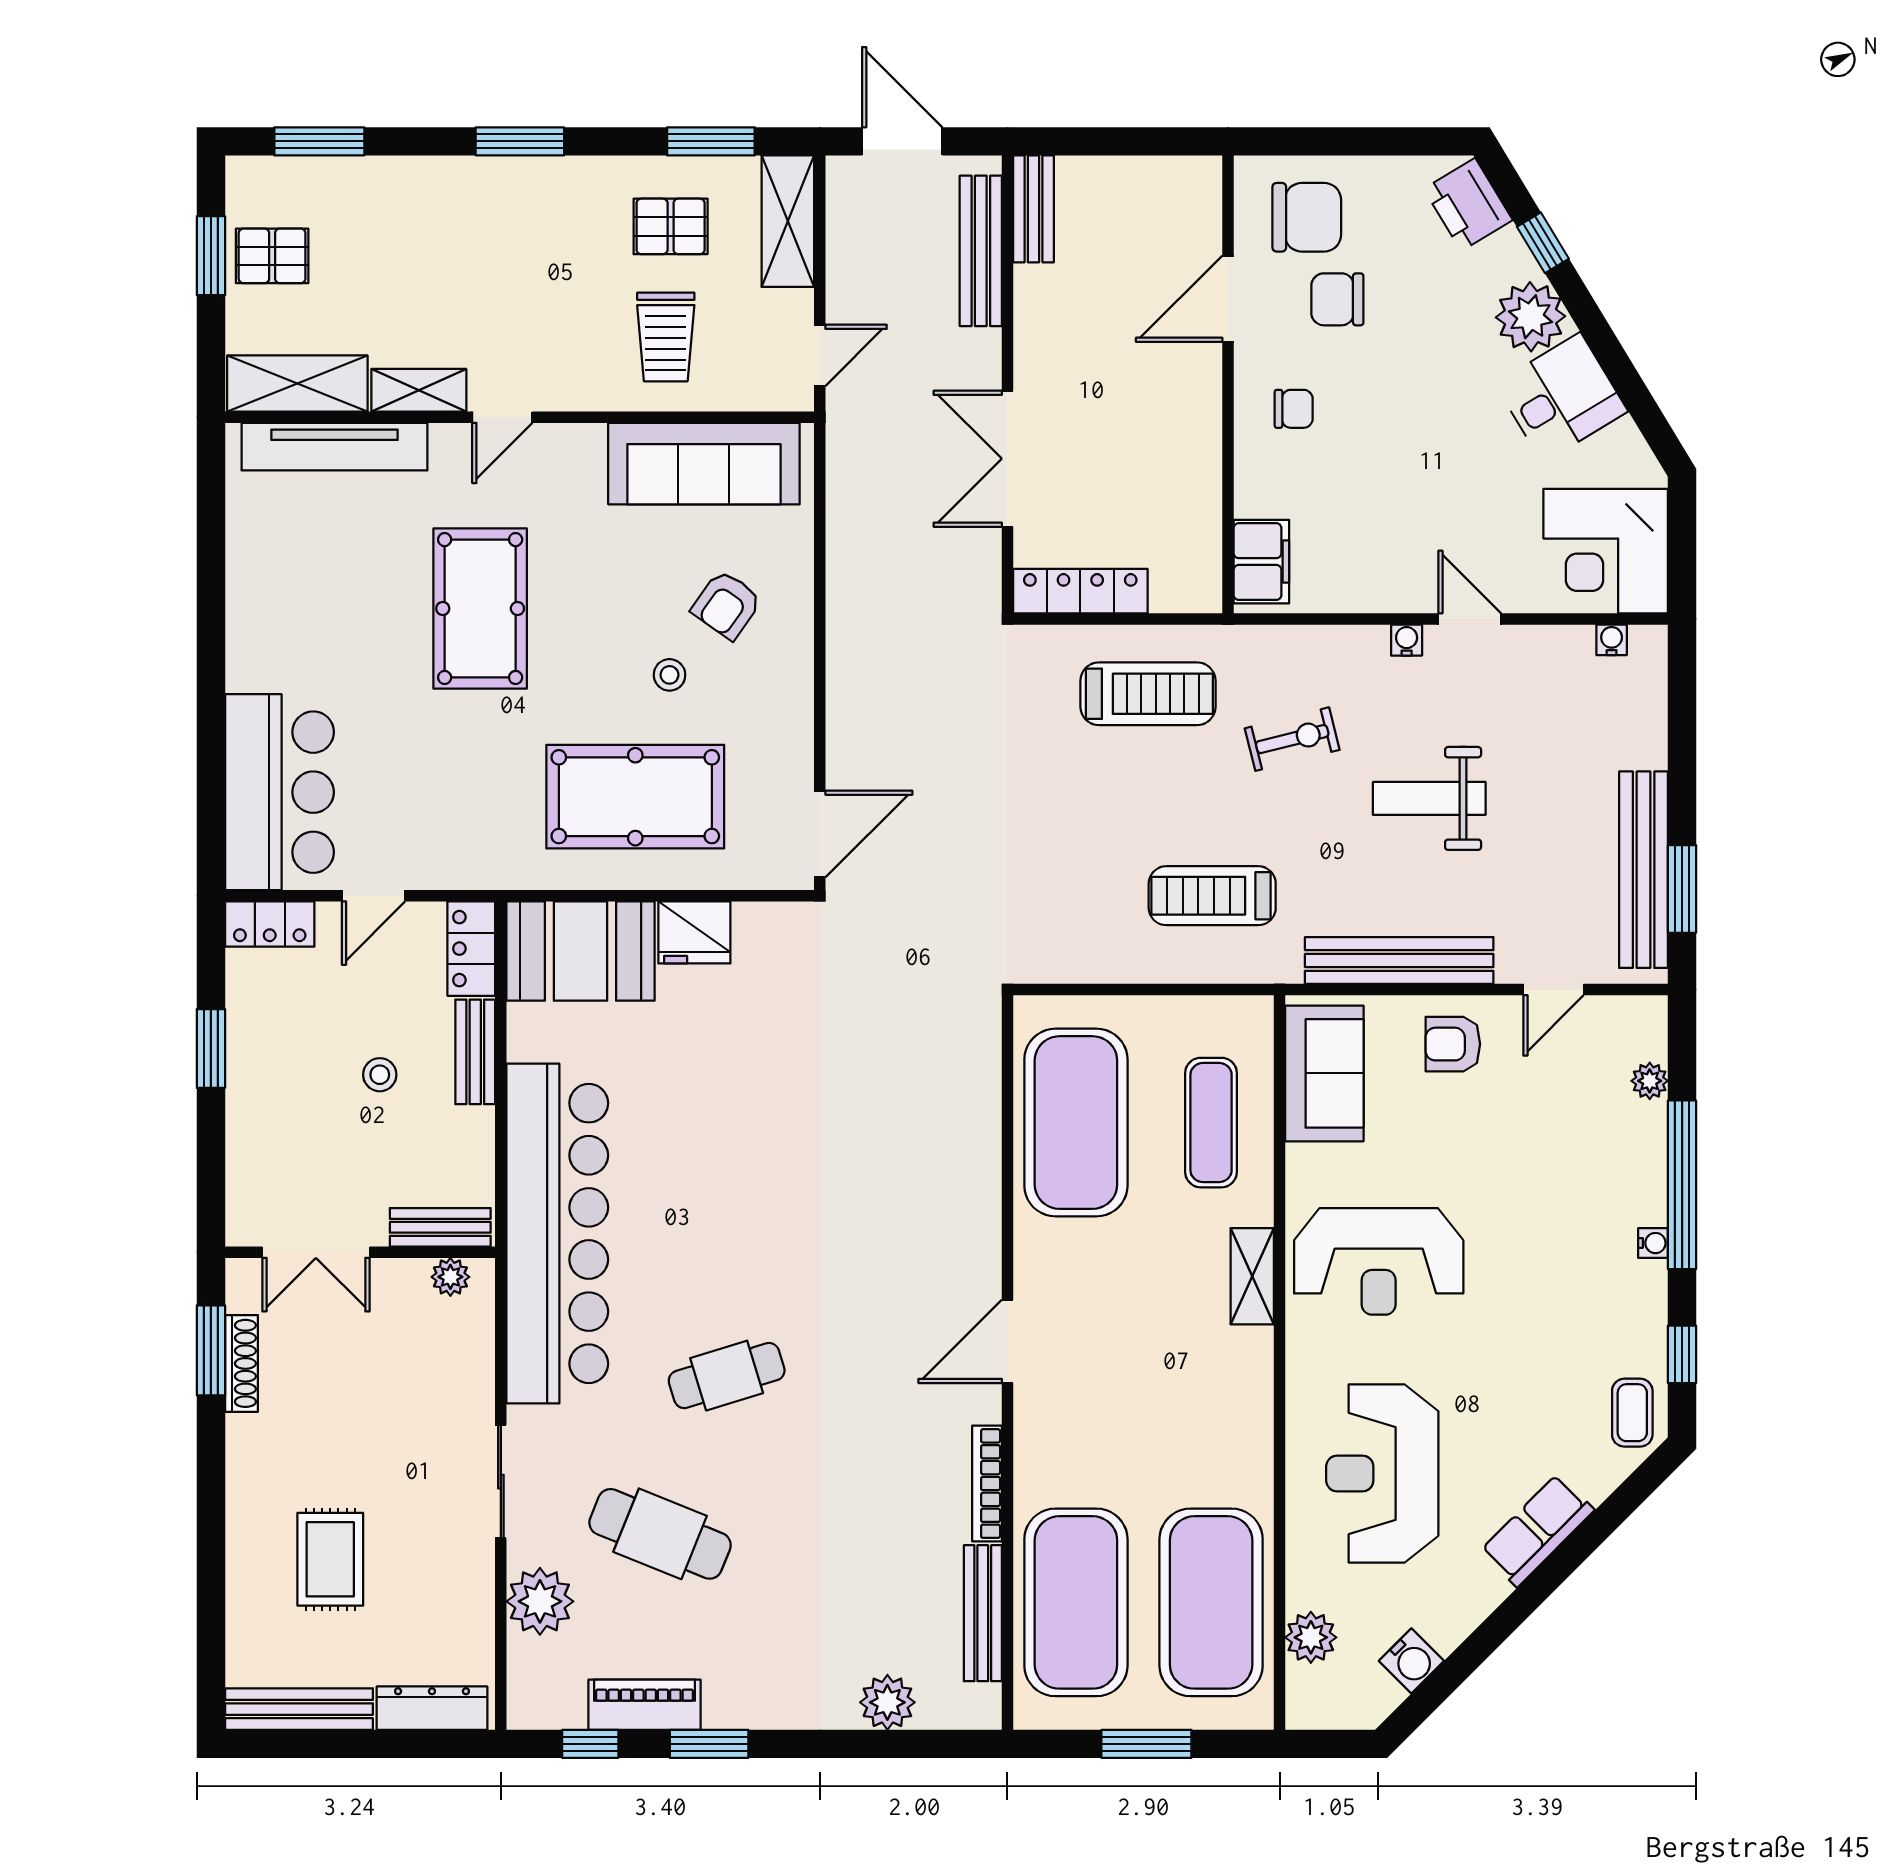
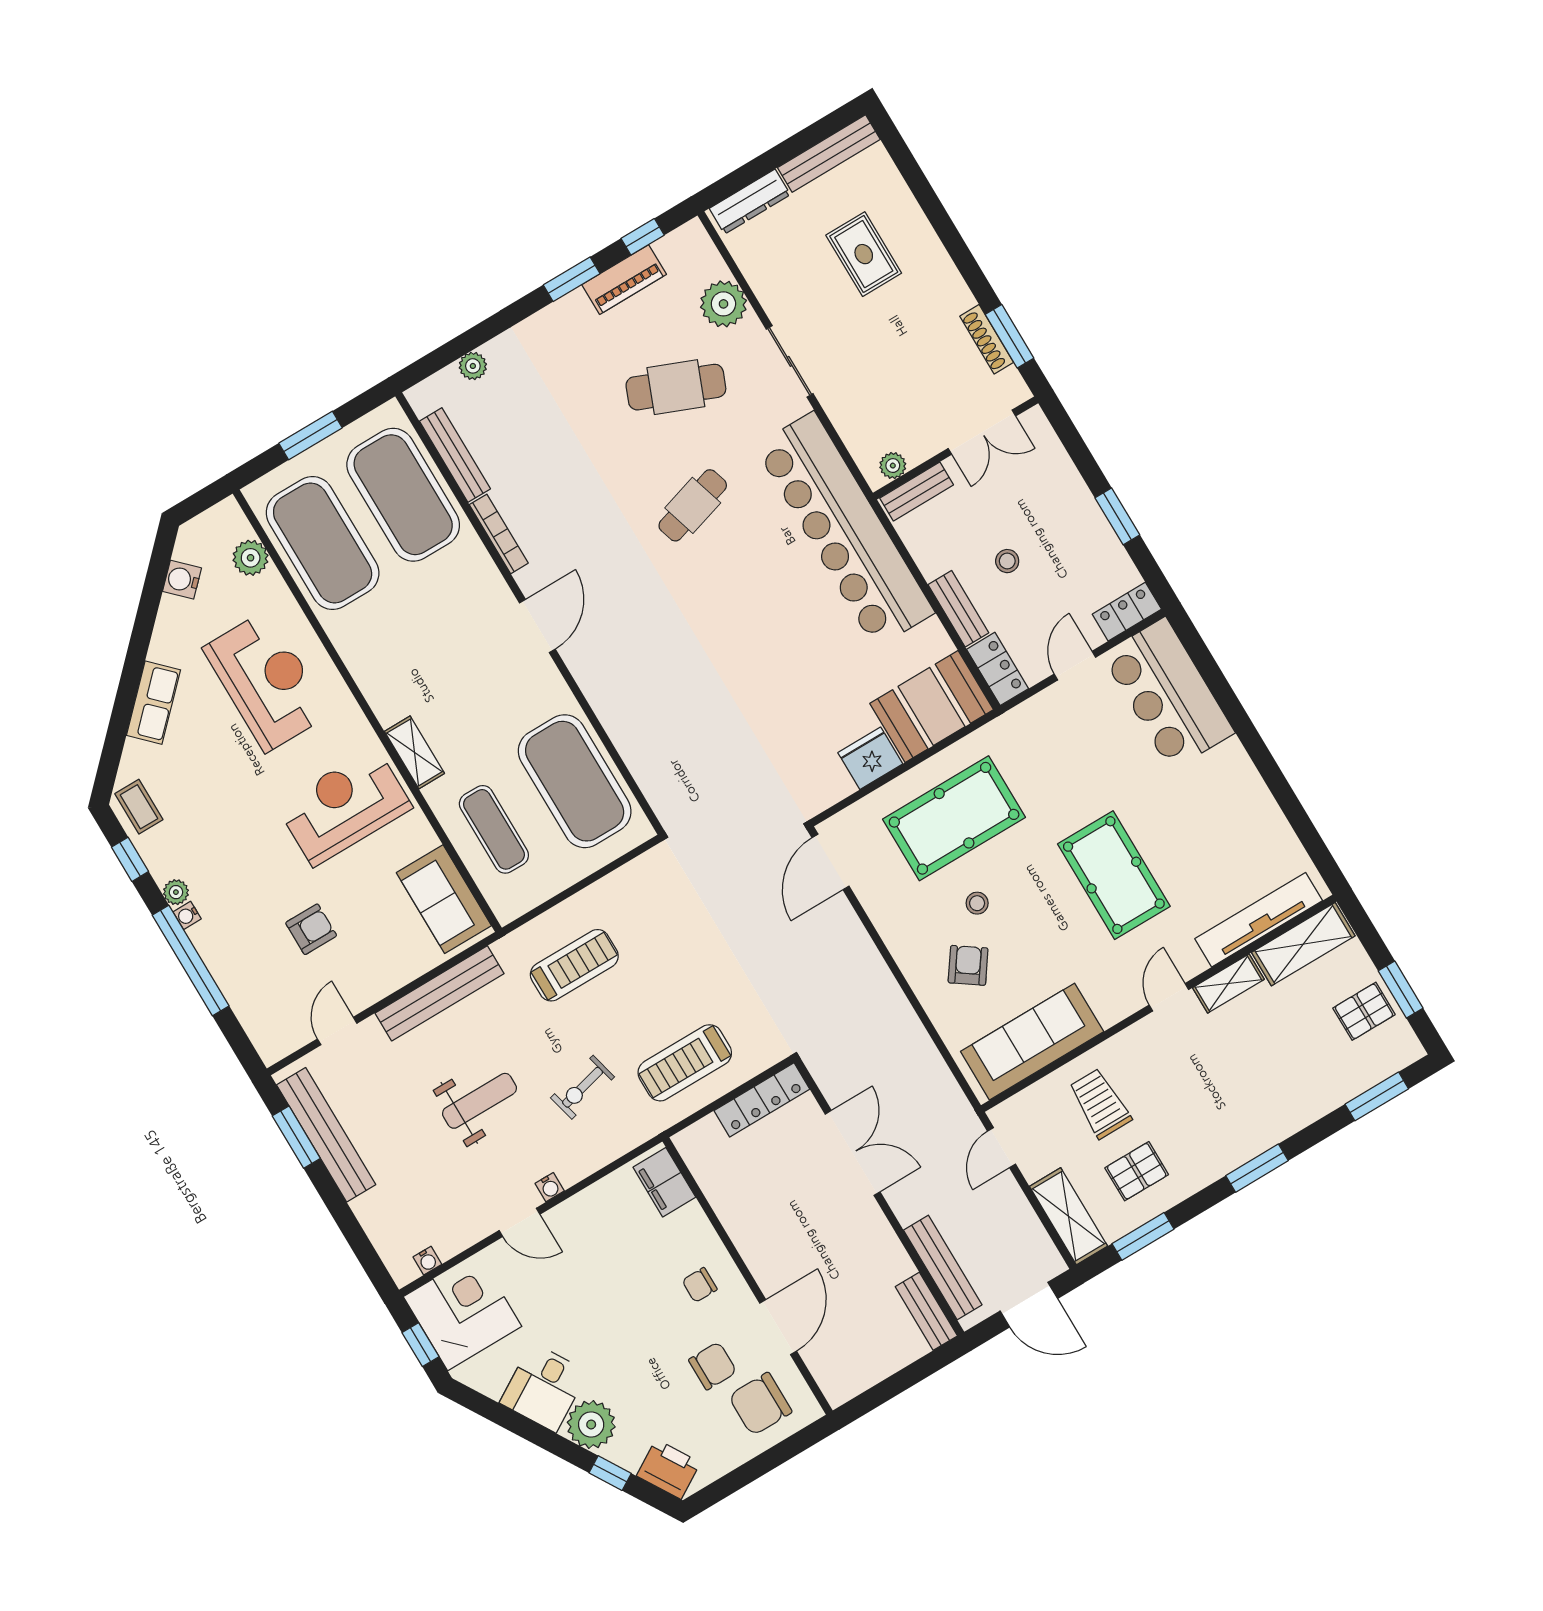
window: (1682, 541) -> (421, 1345), added
armchair: (1453, 1044) -> (311, 929), moved
plant: (1650, 1081) -> (176, 892), moved
double door: (316, 1252) -> (982, 432), swing flipped
plant: (887, 1702) -> (473, 366), width x0.73, depth x0.73

